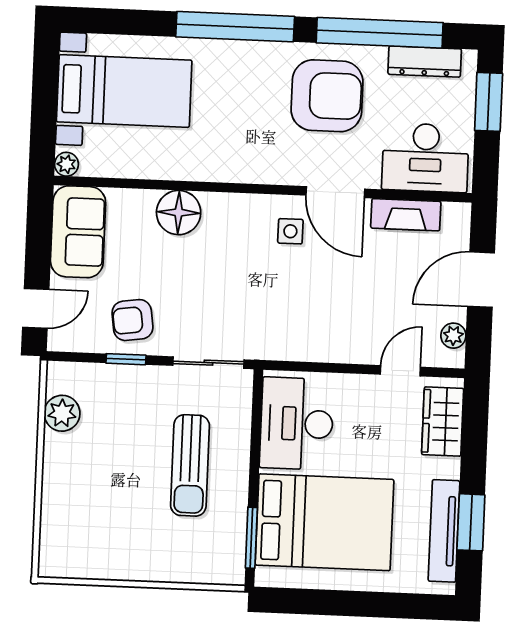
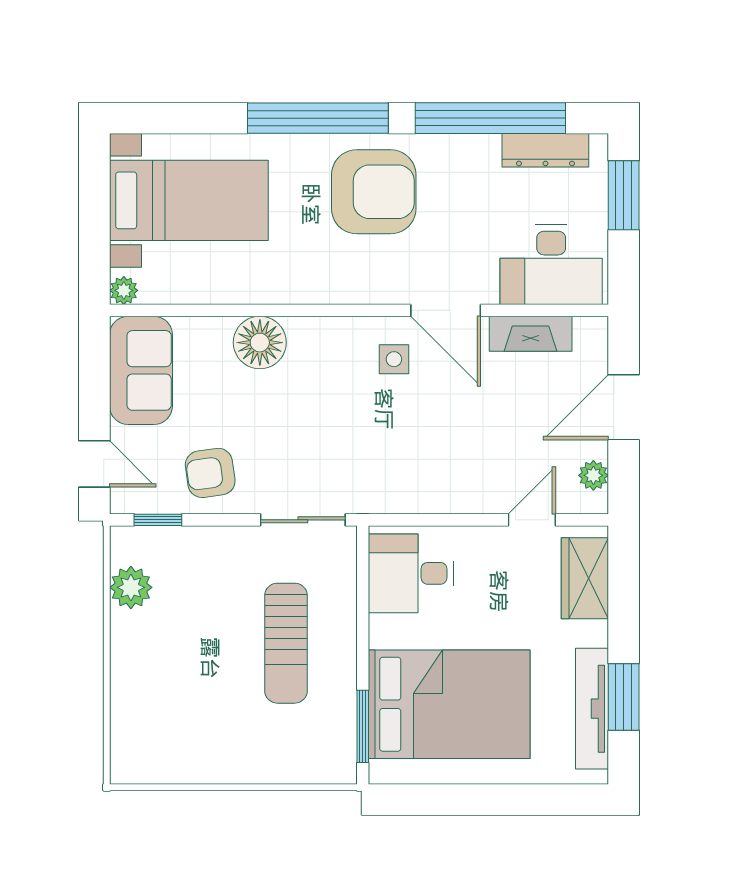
armchair: (327, 96) -> (374, 192), moved
door: (36, 308) -> (94, 464), hinge flipped
window: (126, 359) -> (158, 520), moved
desk: (297, 424) -> (411, 573), width x0.73

